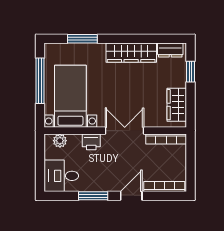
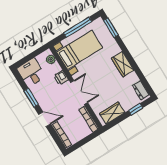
window: (82, 39) -> (111, 28), moved
wardrobe: (131, 53) -> (123, 64), width x0.67

